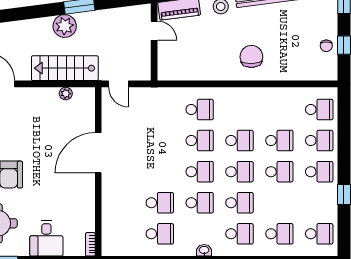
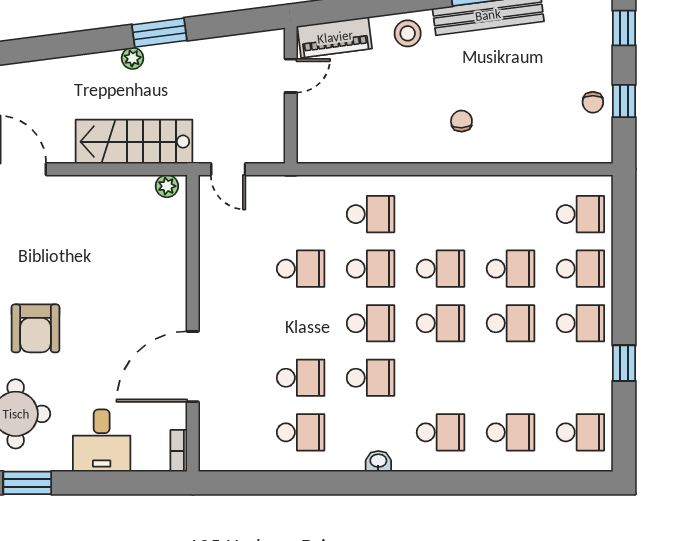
plant: (65, 26) -> (133, 58), width x0.53, depth x0.53
door: (154, 31) -> (291, 76), hinge flipped
chair: (251, 56) -> (461, 121), width x0.54, depth x0.54
plant: (66, 94) -> (167, 186), moved
door: (98, 153) -> (193, 367), moved
school desk: (239, 203) -> (301, 269), moved

